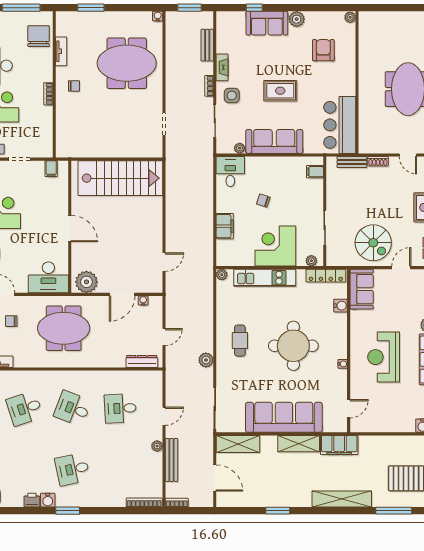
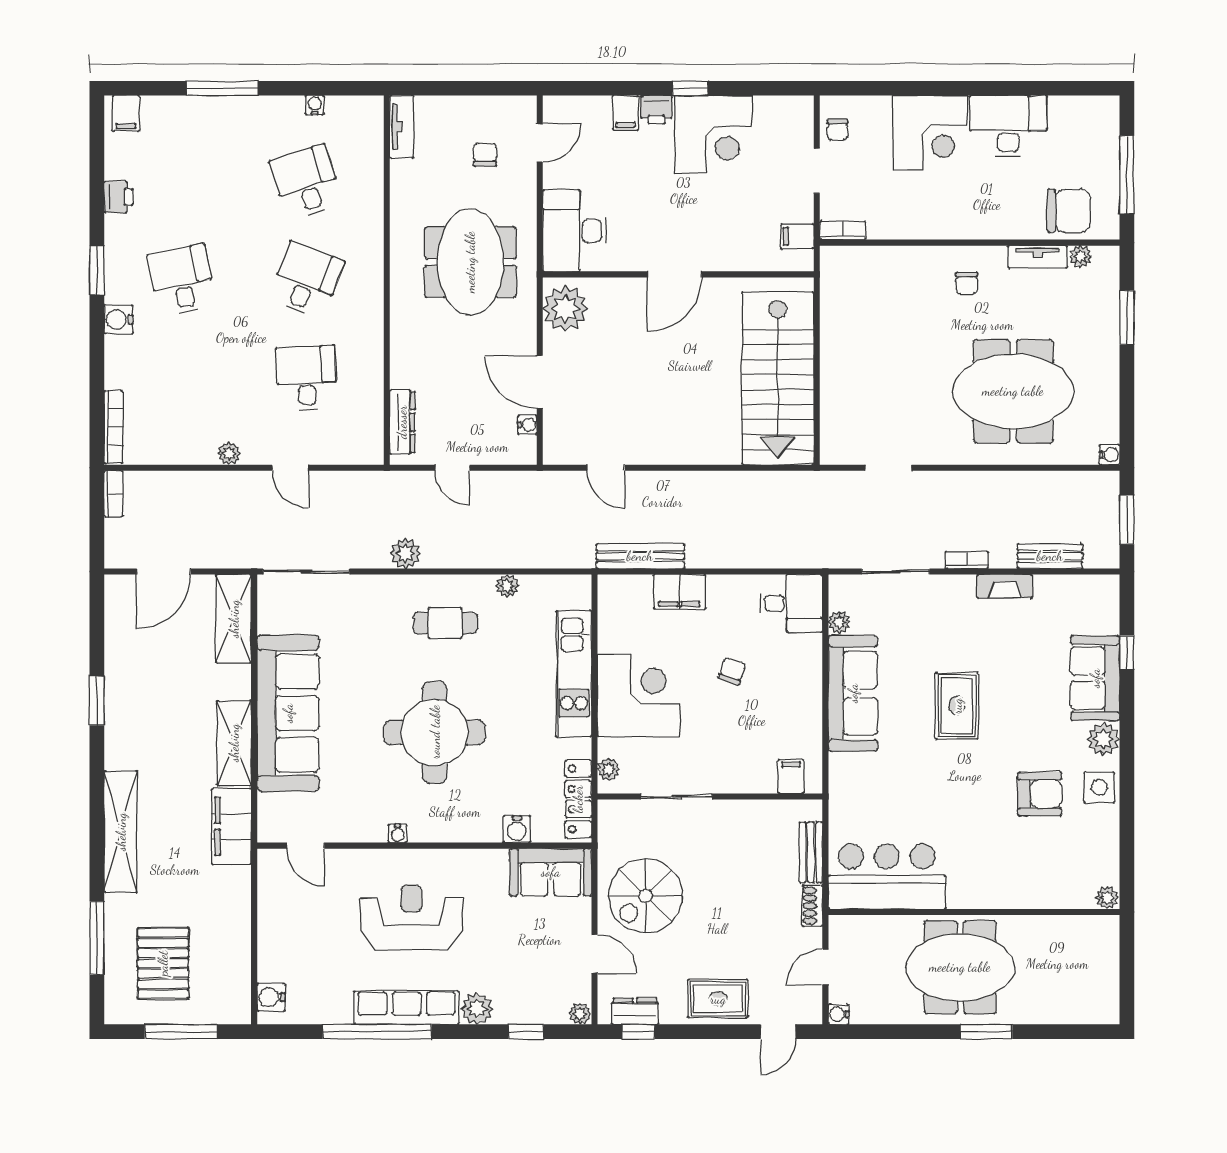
plant: (350, 17) -> (1107, 898), moved
plant: (61, 30) -> (1081, 256), added
meeting table: (127, 63) -> (1013, 391), turned 90
wall: (357, 82) -> (974, 912), moved
bookcase: (48, 94) -> (843, 231), moved
side table: (232, 96) -> (1099, 787), moved
bar counter: (340, 125) -> (887, 877), moved
plant: (222, 275) -> (507, 586), moved
bench: (172, 460) -> (640, 556), moved
water cooler: (48, 500) -> (119, 319), moved

